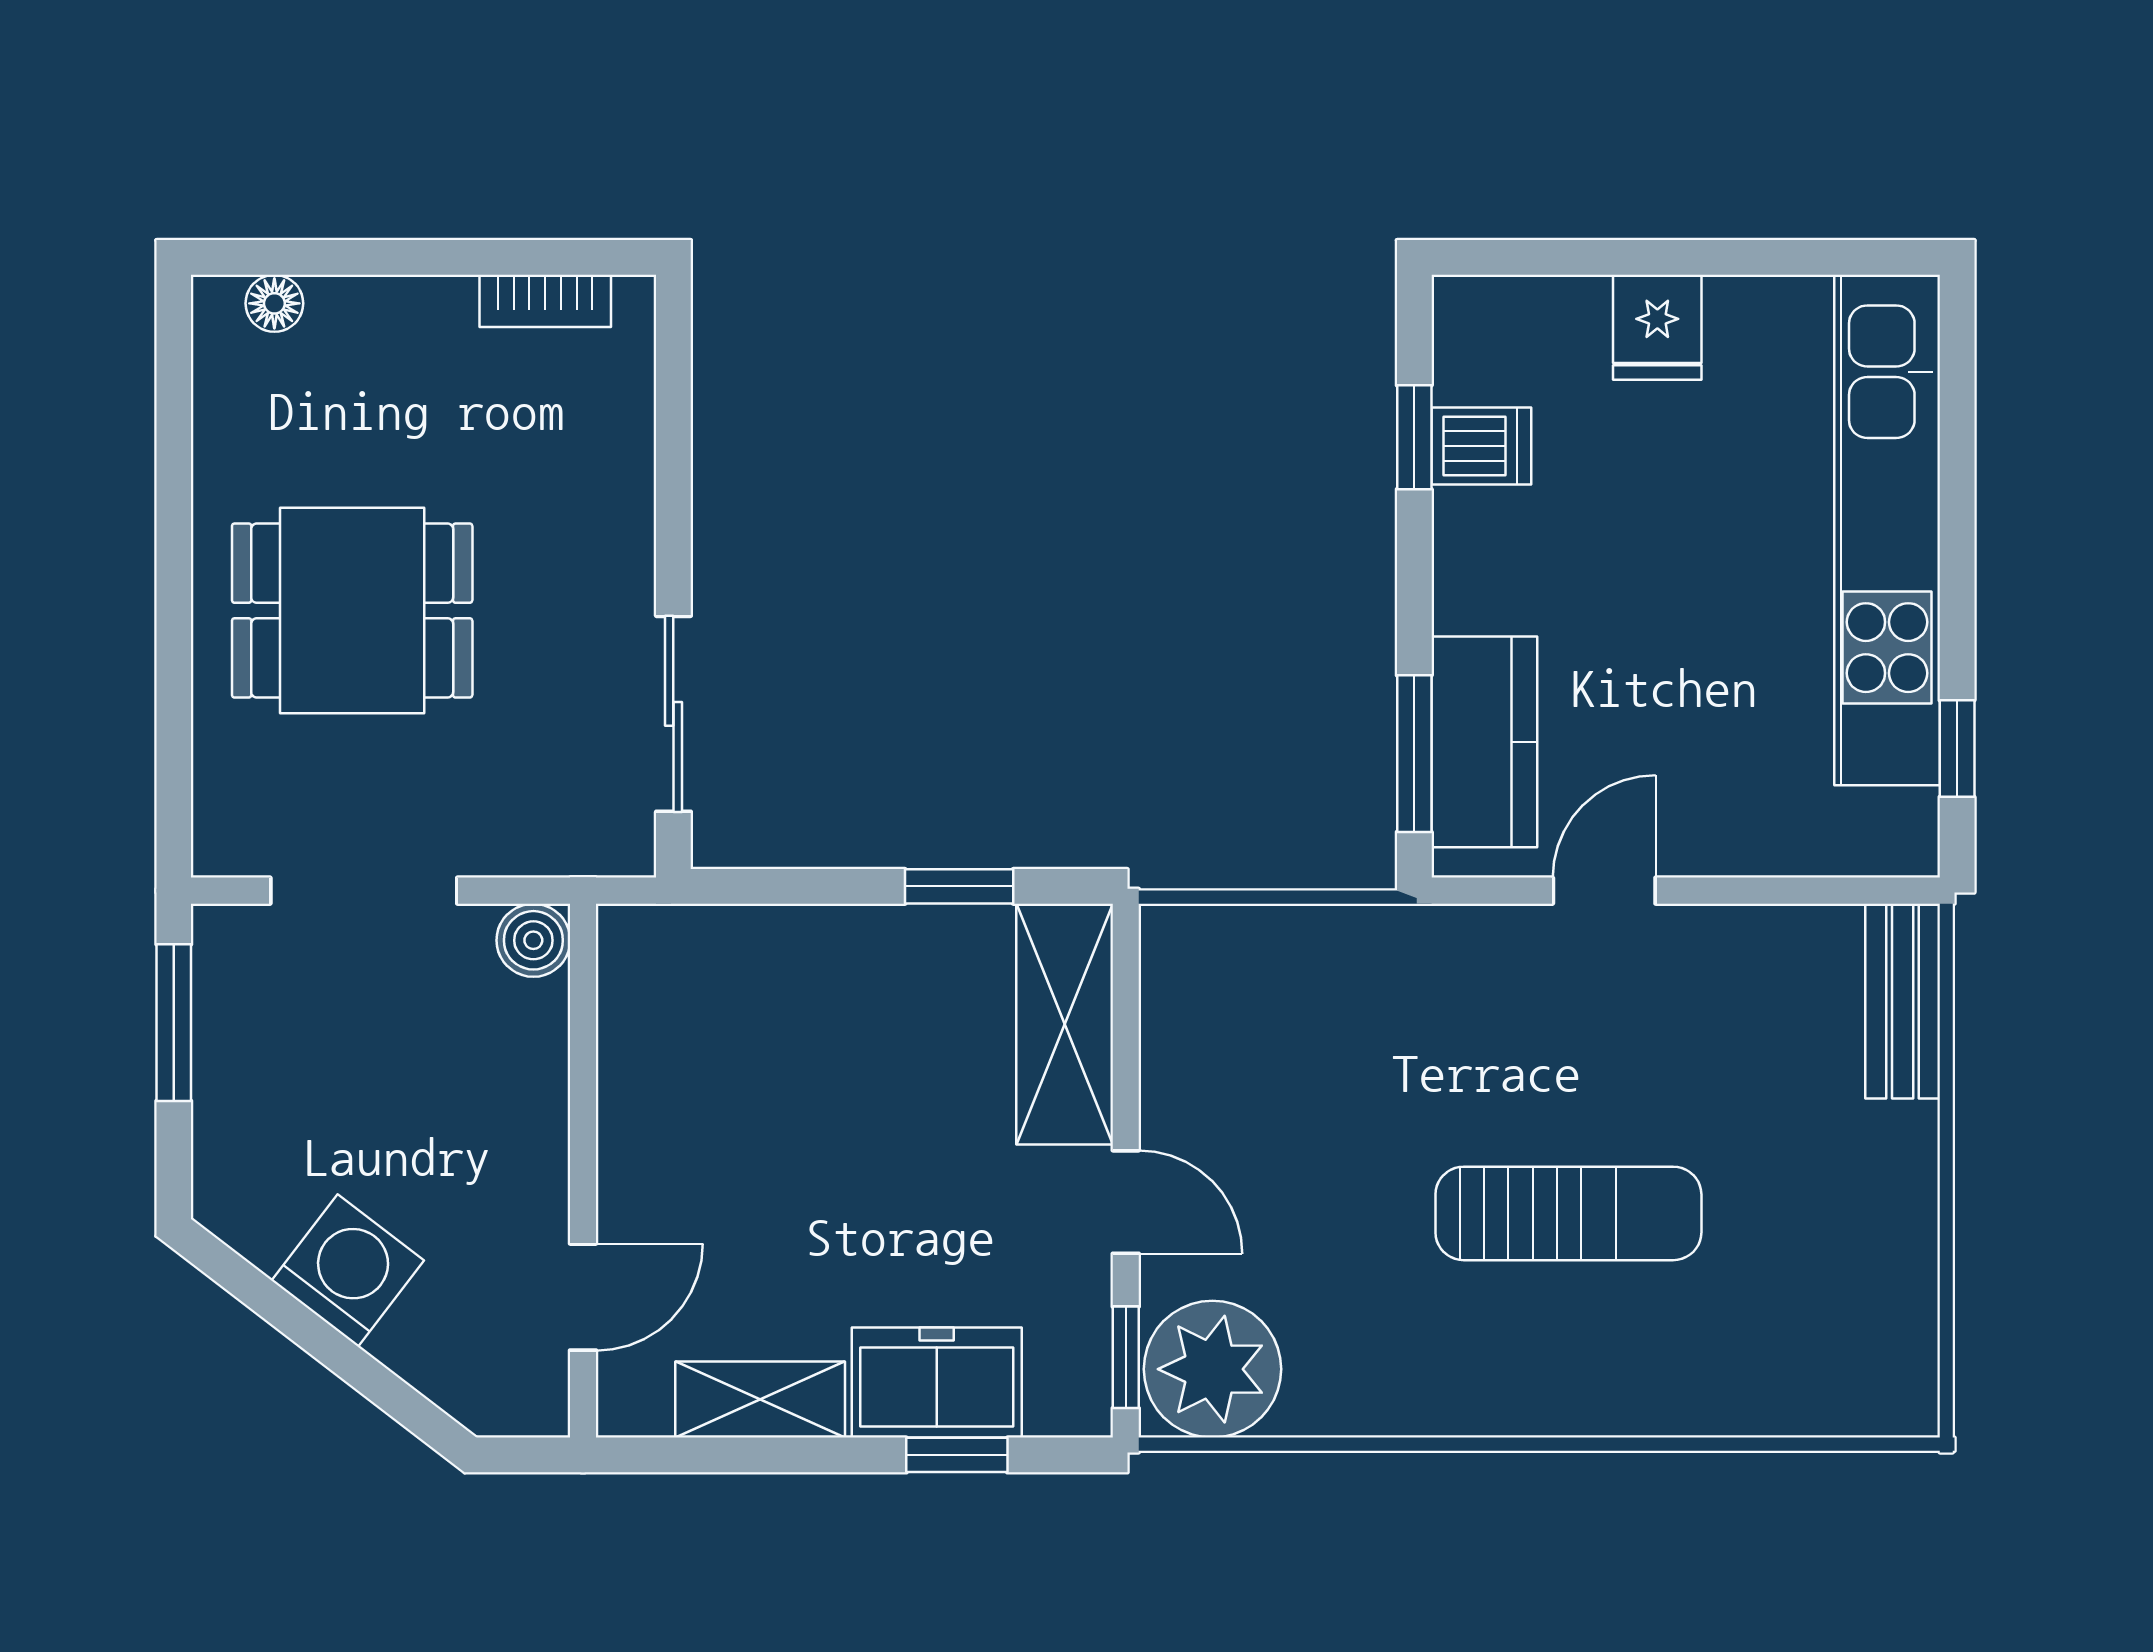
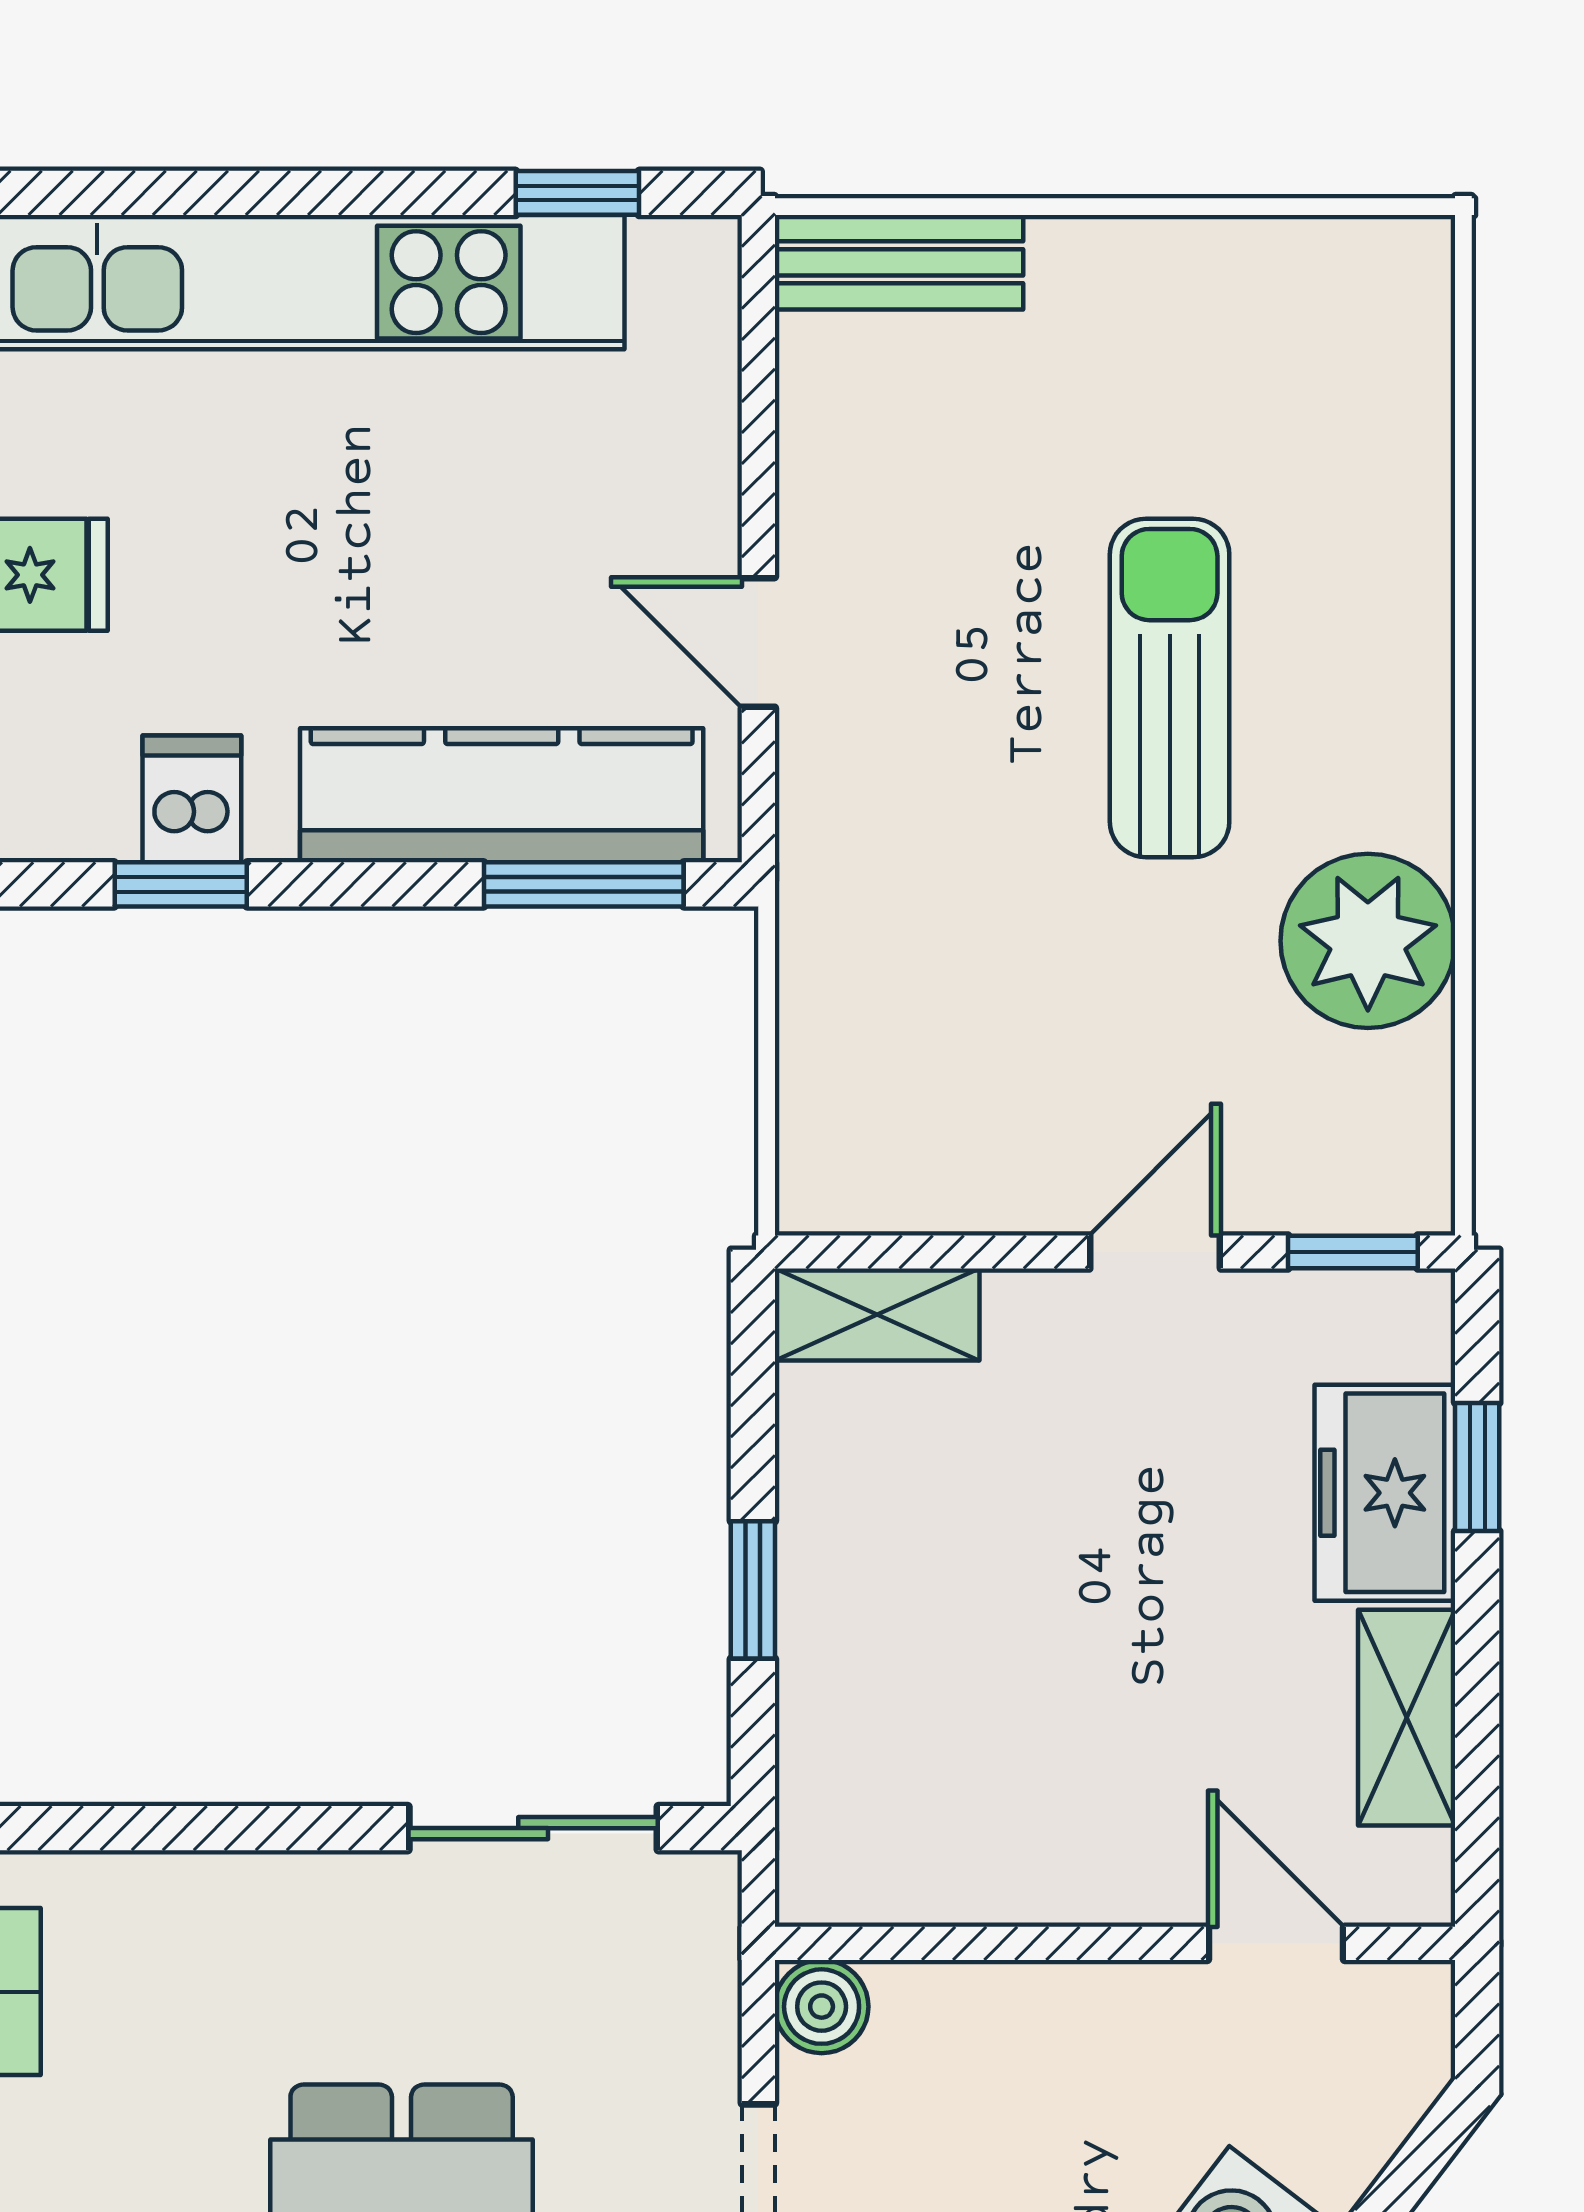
kitchen counter: (1484, 742) -> (502, 795), width x1.50
window: (959, 886) -> (753, 1590), moved
shelving: (1065, 1024) -> (877, 1314), width x0.67, depth x0.75
plant: (1212, 1369) -> (1368, 941), moved

